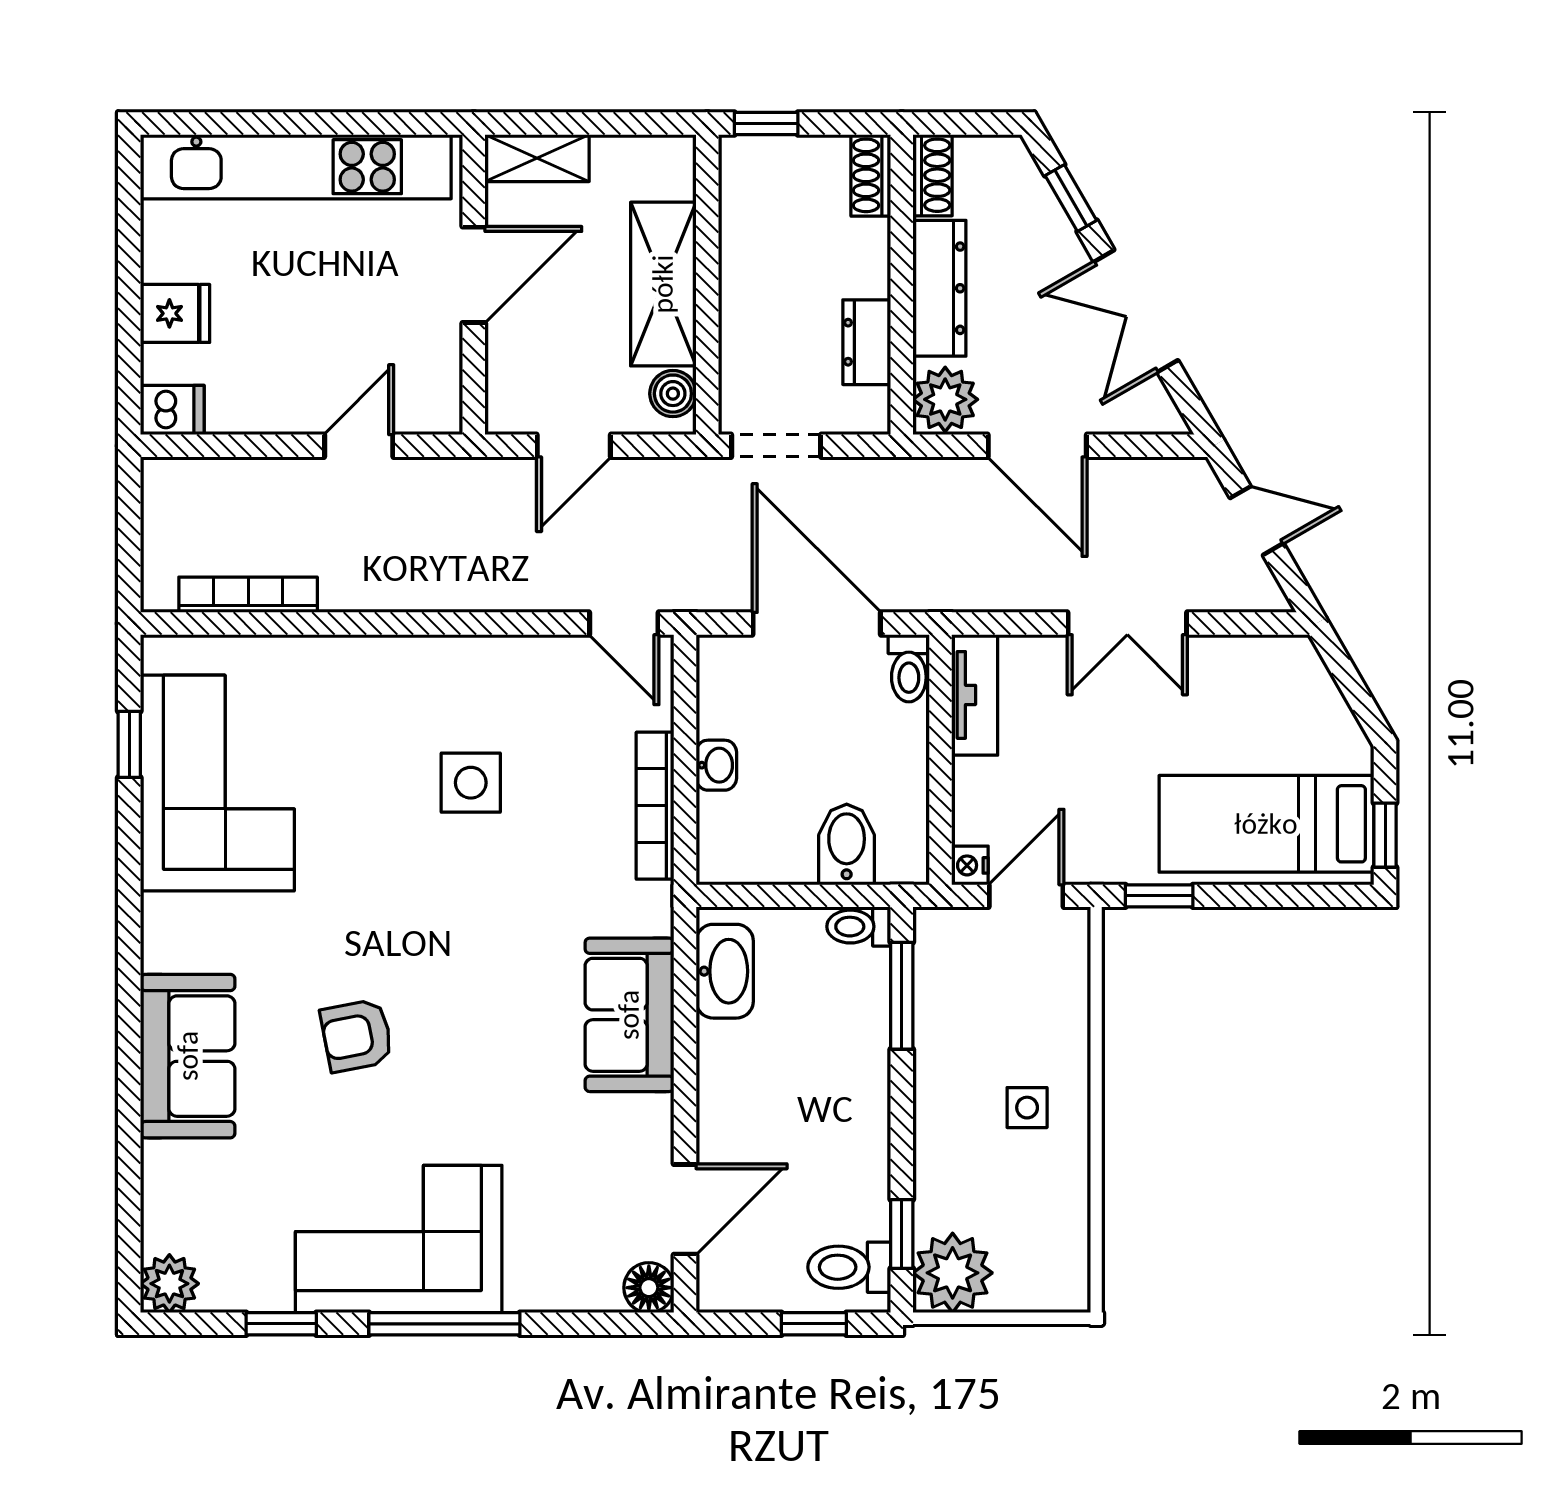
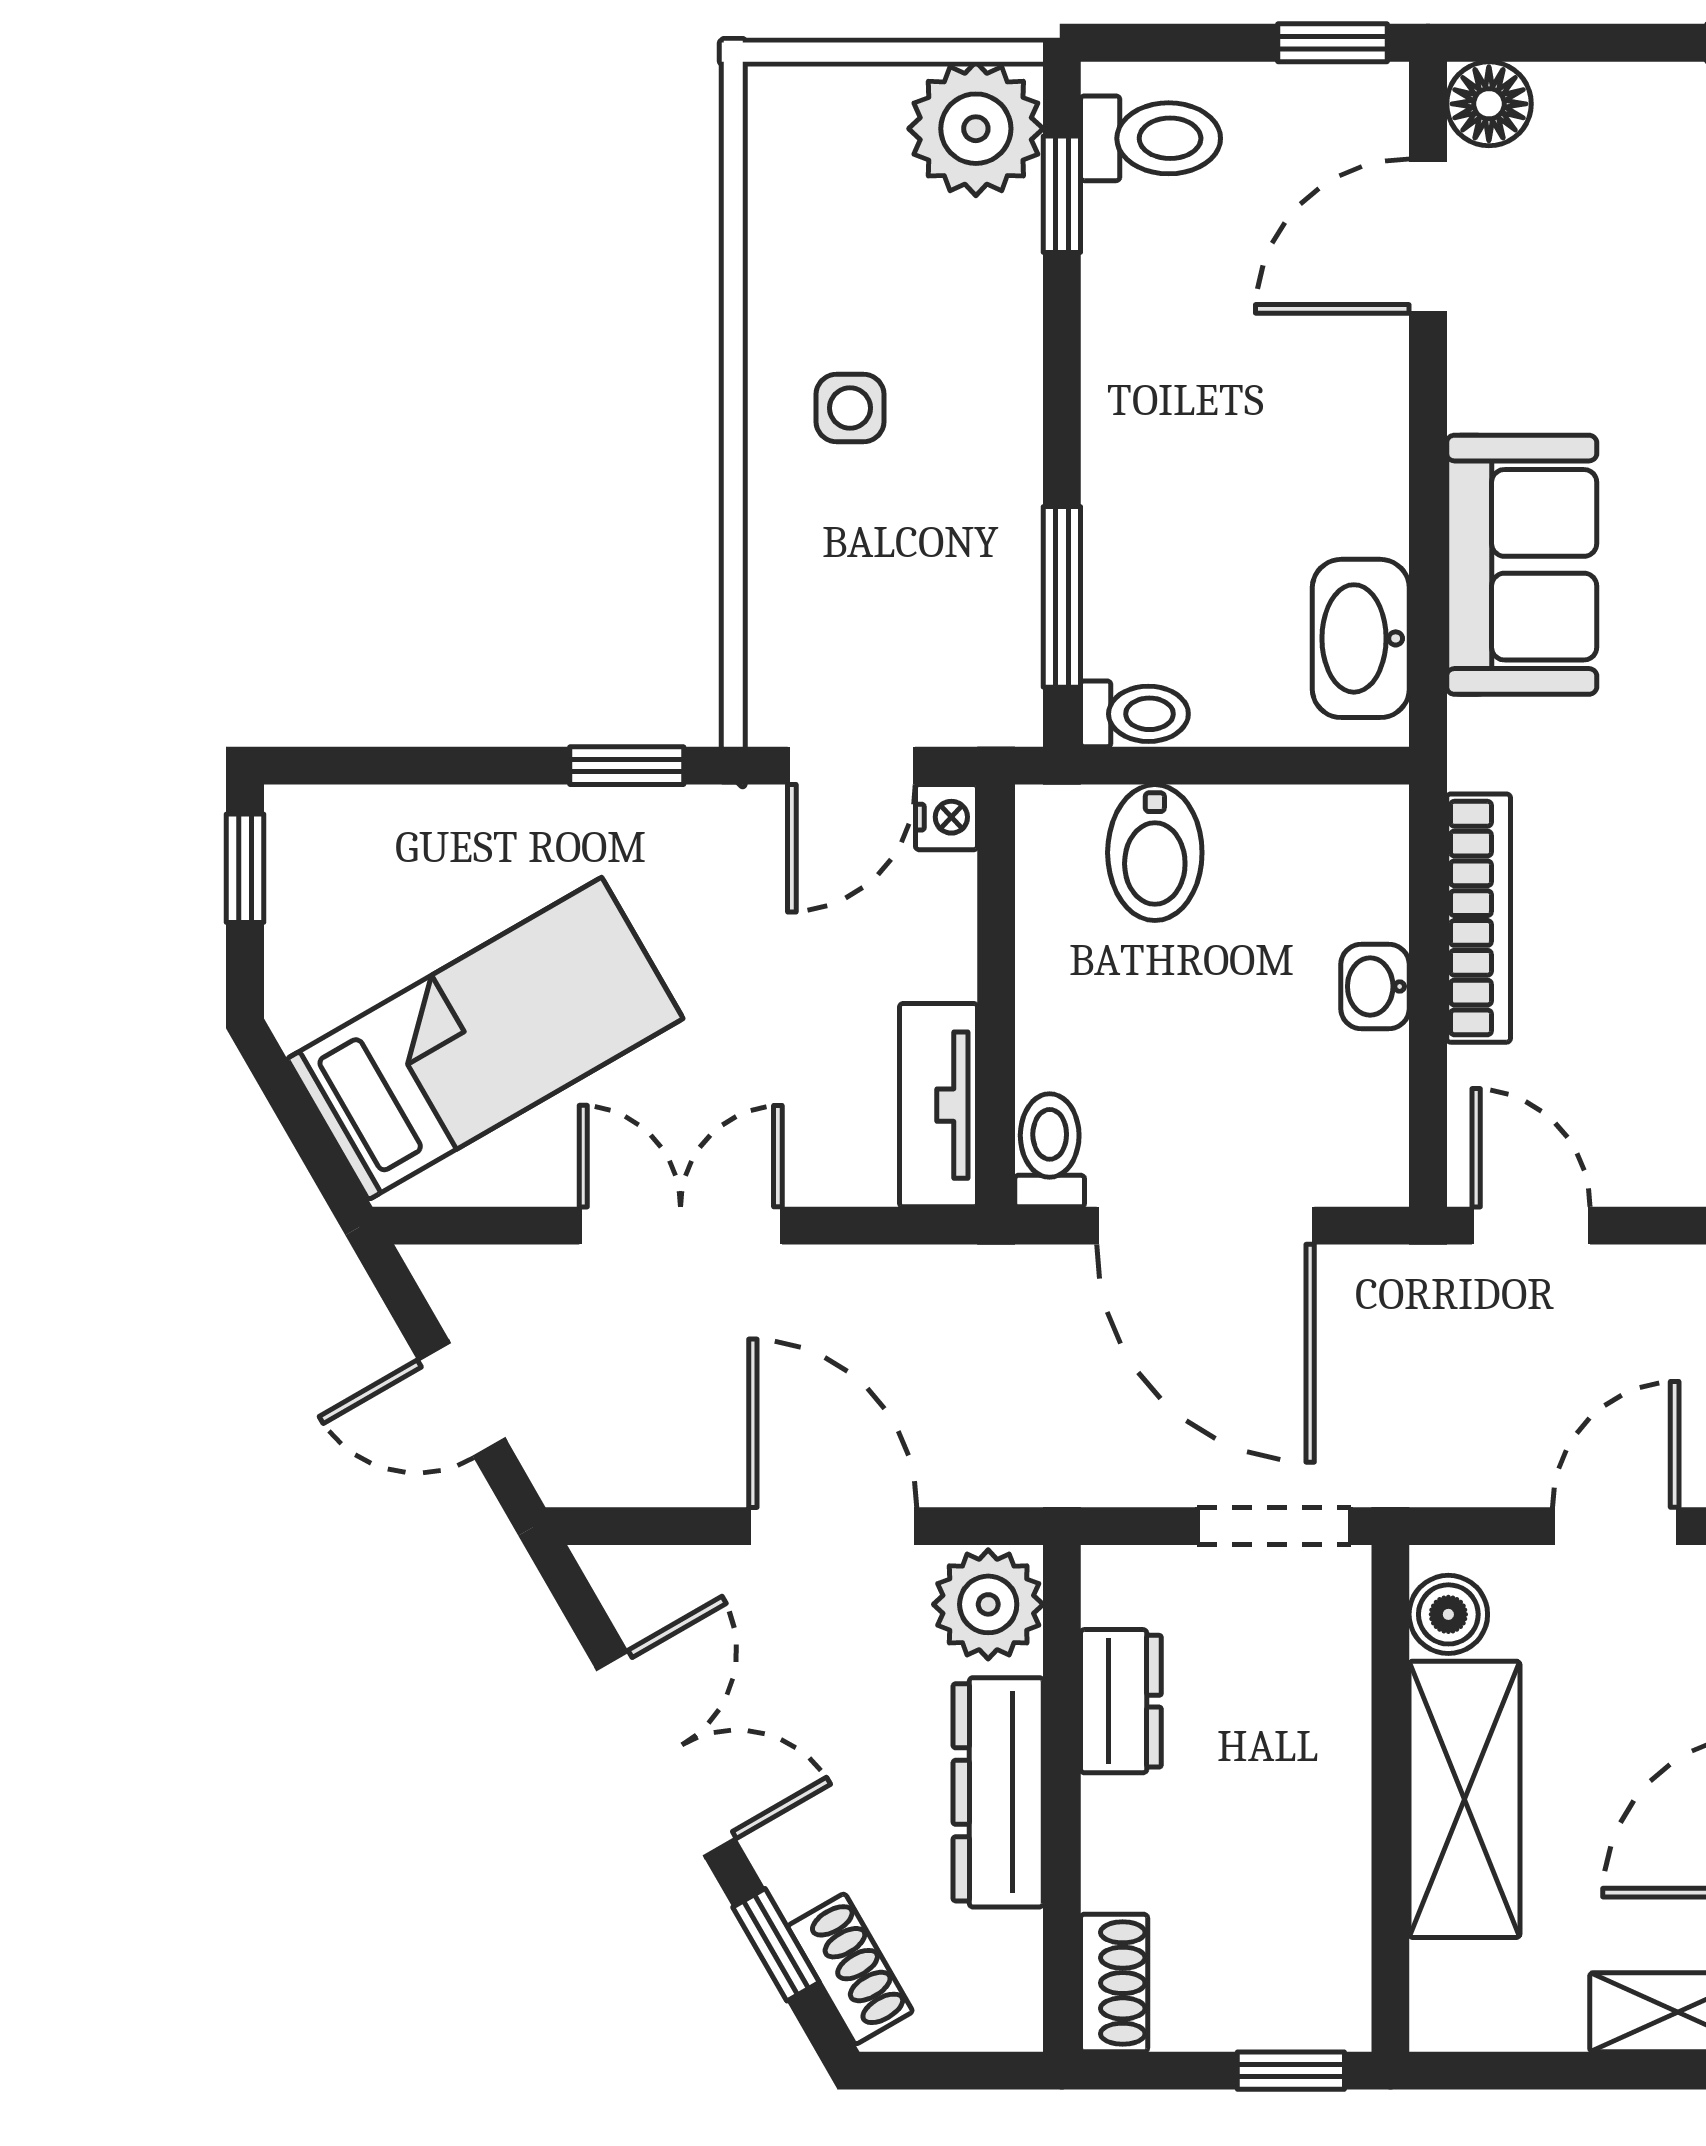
shoe rack: (933, 175) -> (850, 1969), moved, turned 150
bed: (1266, 824) -> (485, 1039), moved, turned -30
window: (814, 1324) -> (1333, 43), moved

